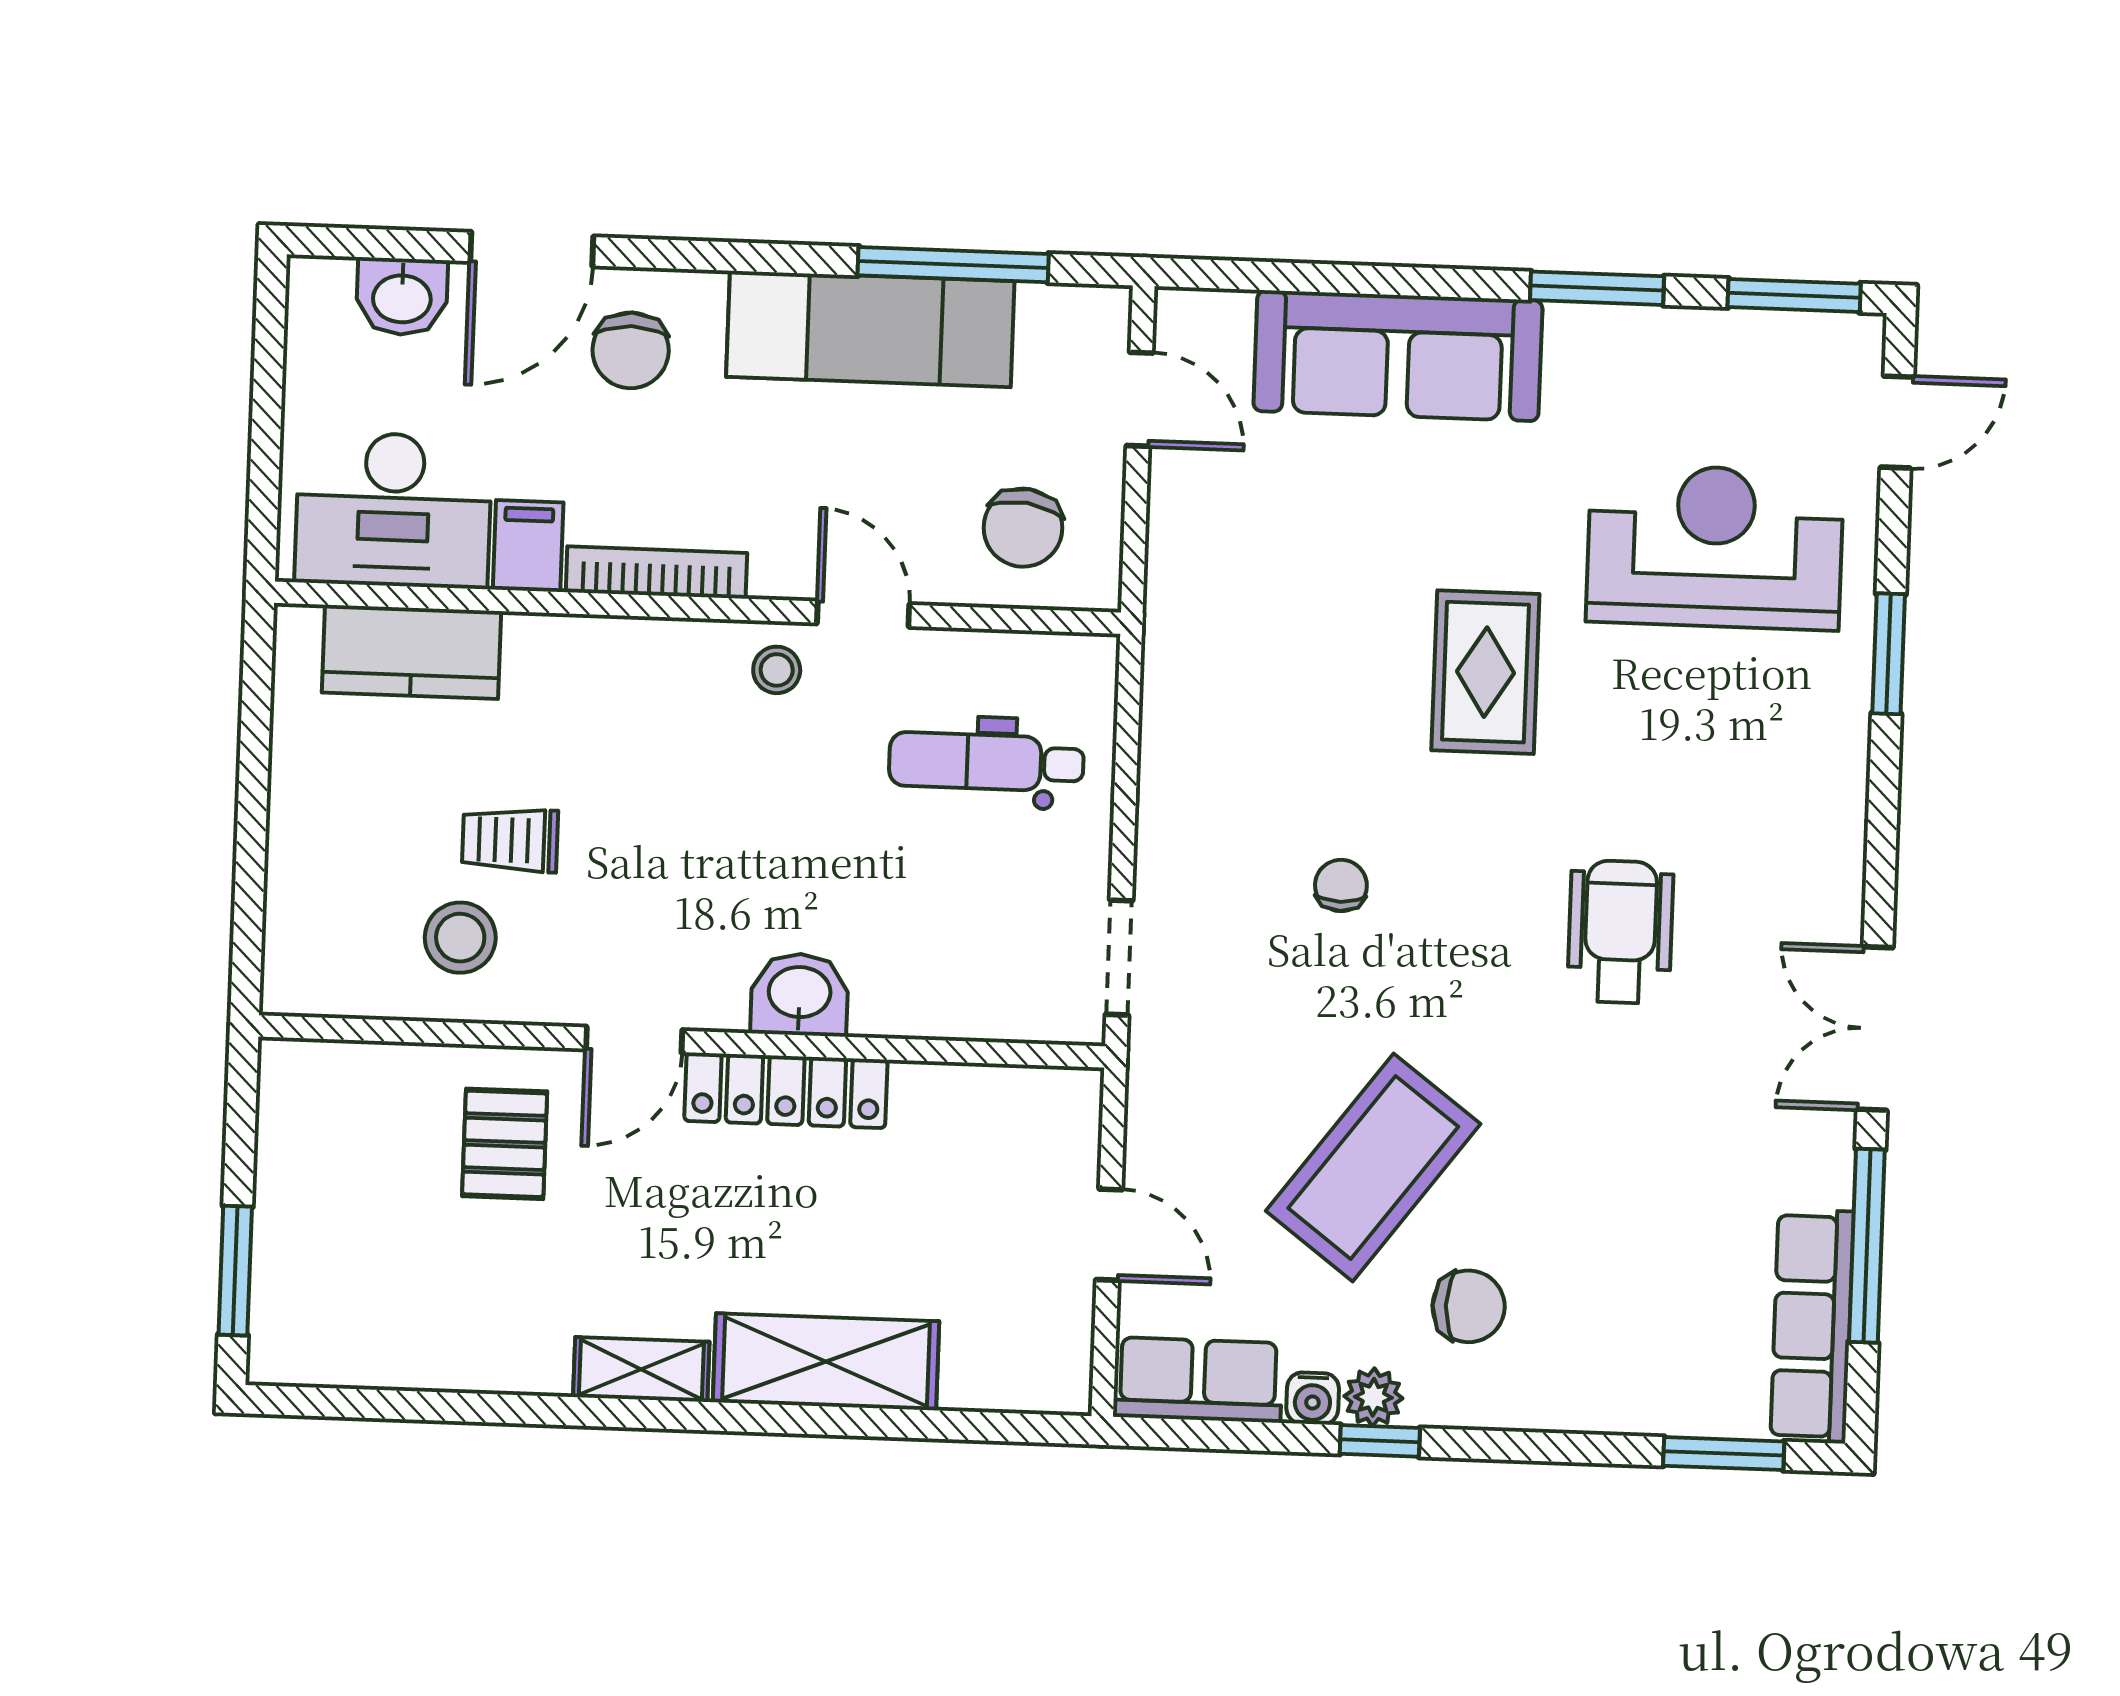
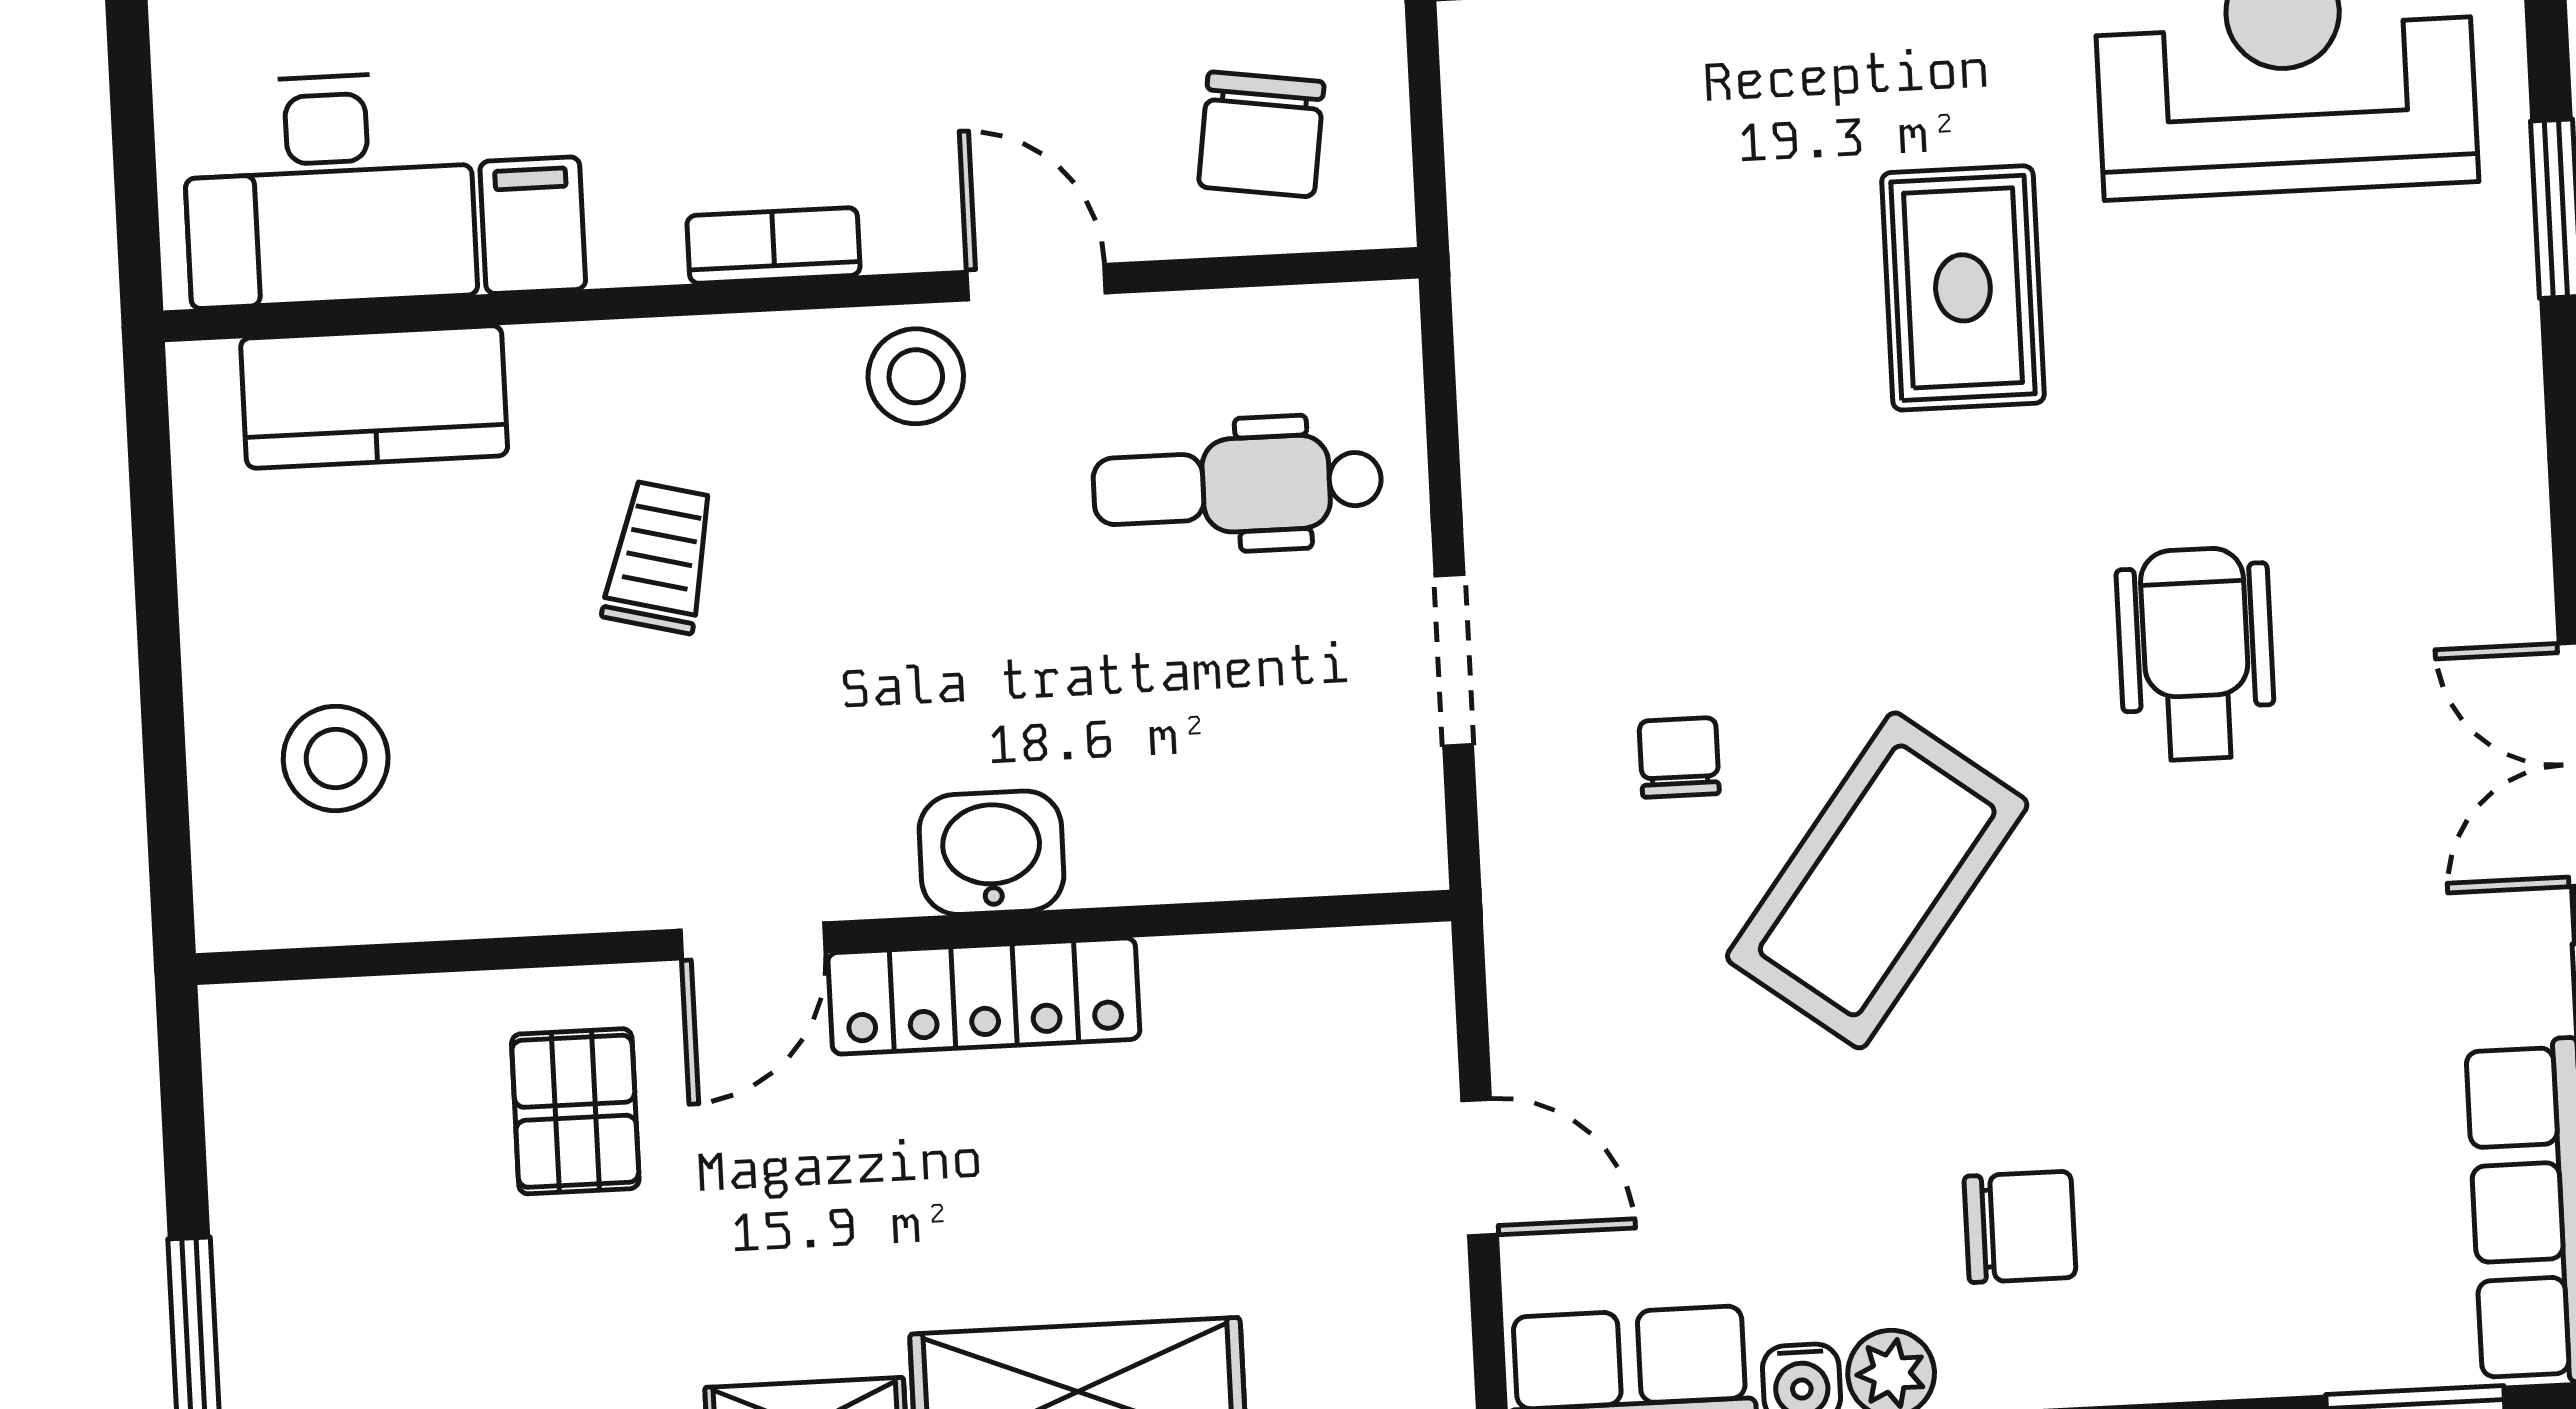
bookcase: (656, 572) -> (774, 245), width x0.64
stool: (777, 670) -> (916, 376), width x1.37, depth x1.37
trolley: (510, 840) -> (660, 557), moved, turned 104
chair: (1341, 885) -> (1679, 757), moved
stool: (460, 938) -> (336, 758), moved
doorway: (1119, 957) -> (1454, 660), moved
coffee table: (1373, 1167) -> (1877, 880), moved

